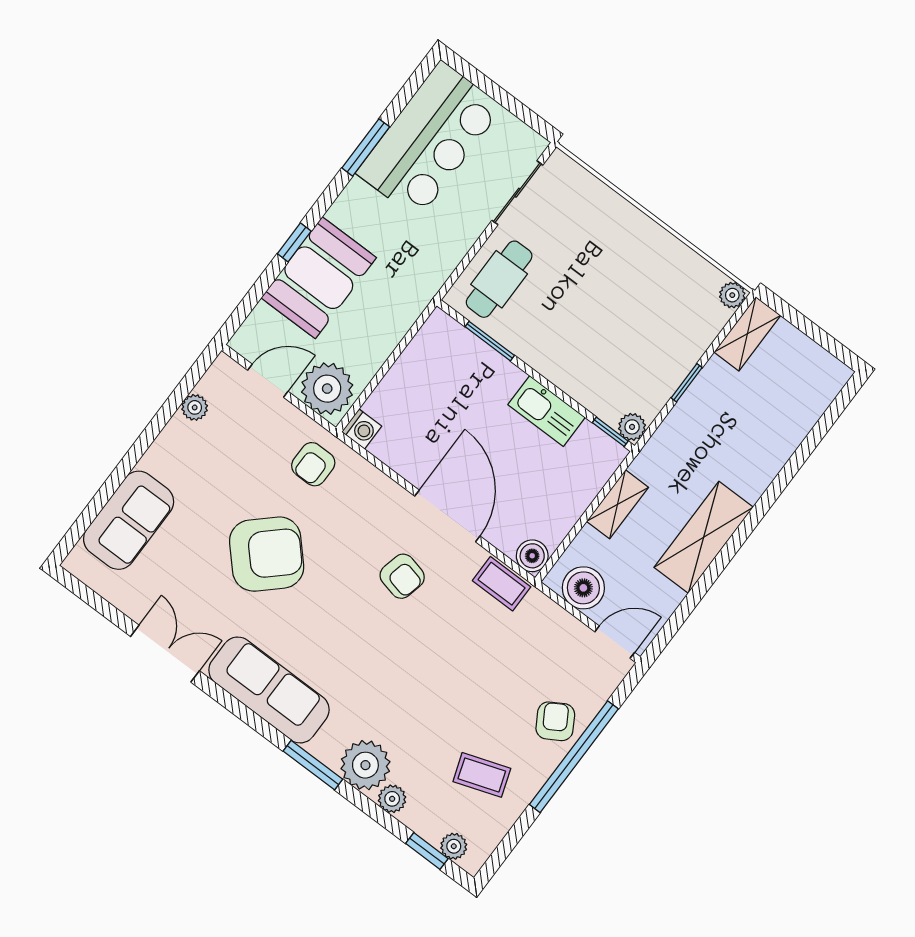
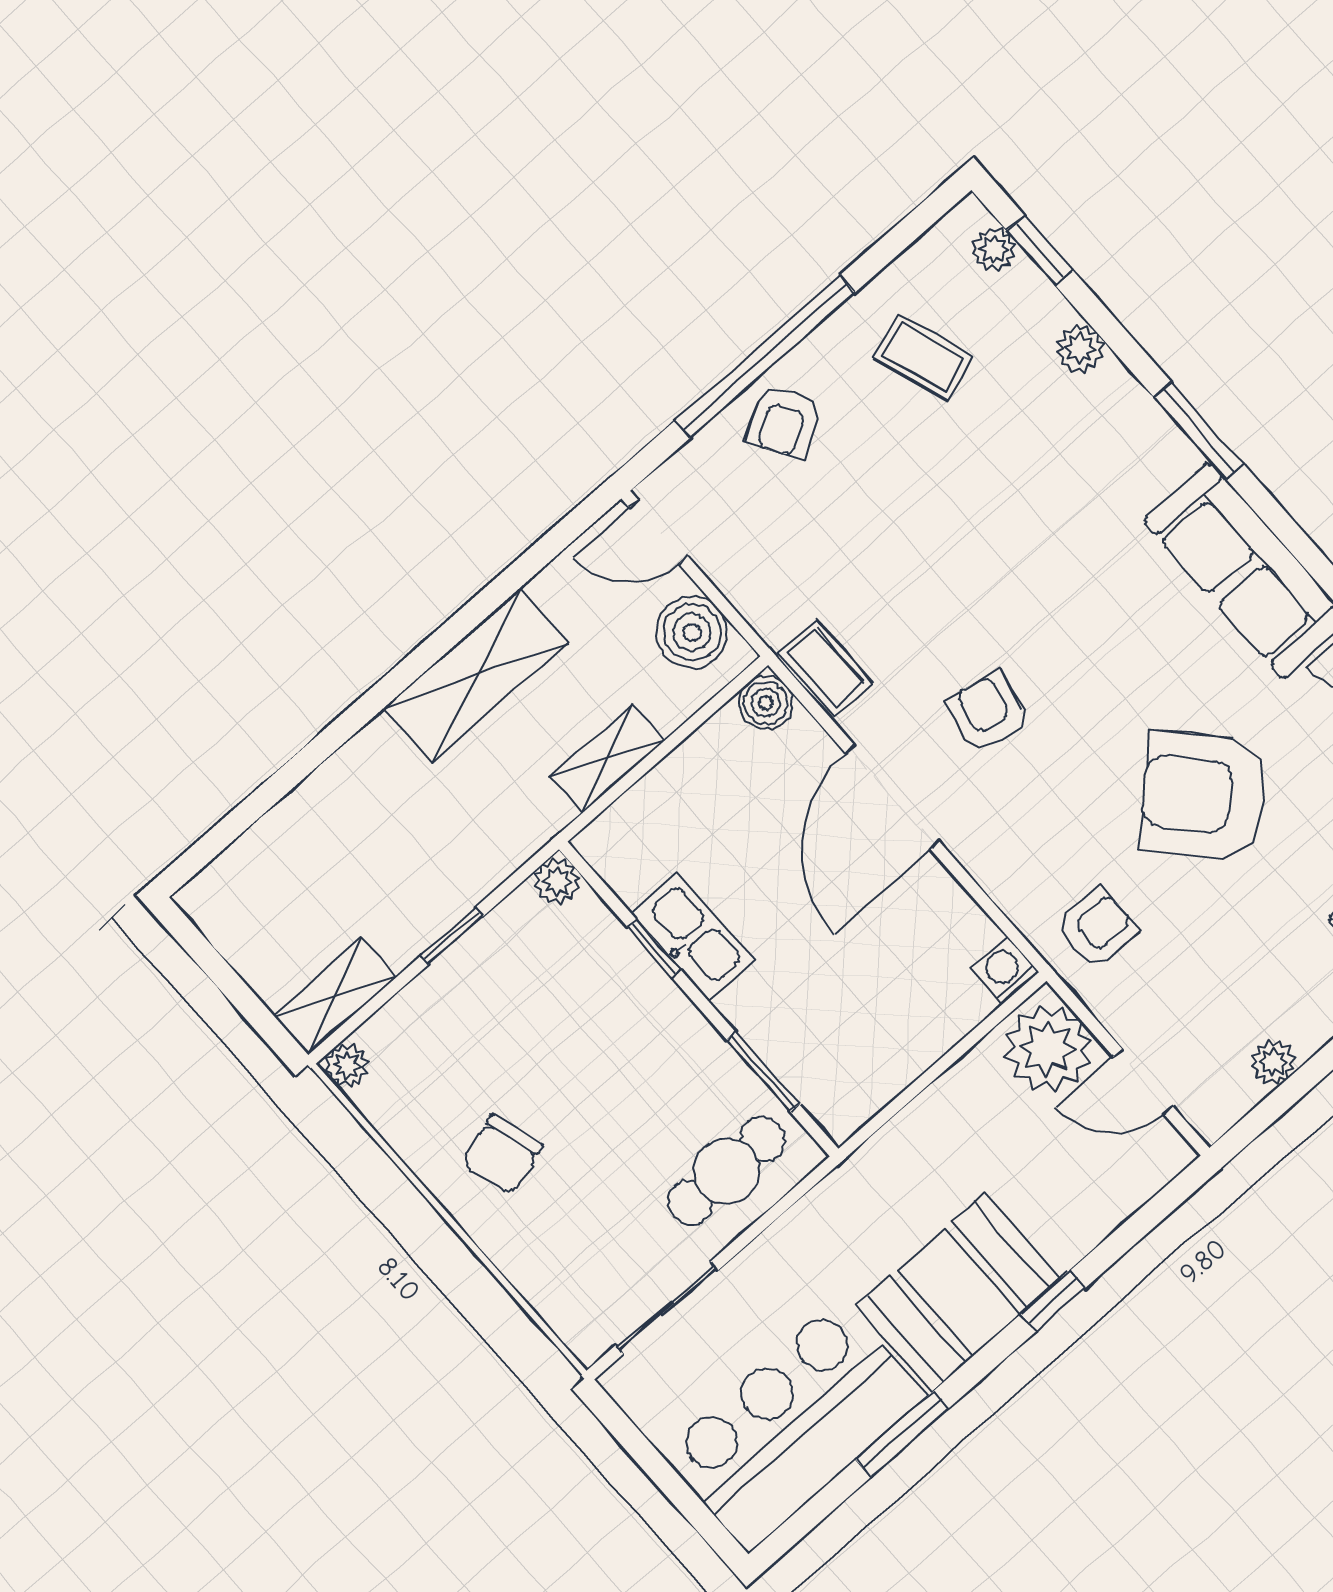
chair: (631, 262) -> (502, 1154), added
booth: (319, 278) -> (958, 1292), moved
window: (610, 432) -> (654, 948), moved
plant: (365, 765) -> (1112, 413), removed

